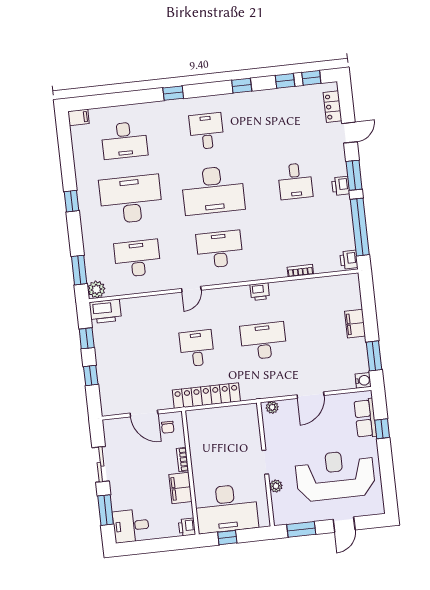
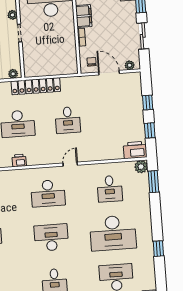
desk: (213, 190) -> (51, 238), width x0.73, depth x0.77
window: (72, 201) -> (158, 249), moved
desk: (137, 258) -> (110, 189), width x0.73
locker: (206, 396) -> (36, 86), moved
plant: (117, 424) -> (130, 65), added

